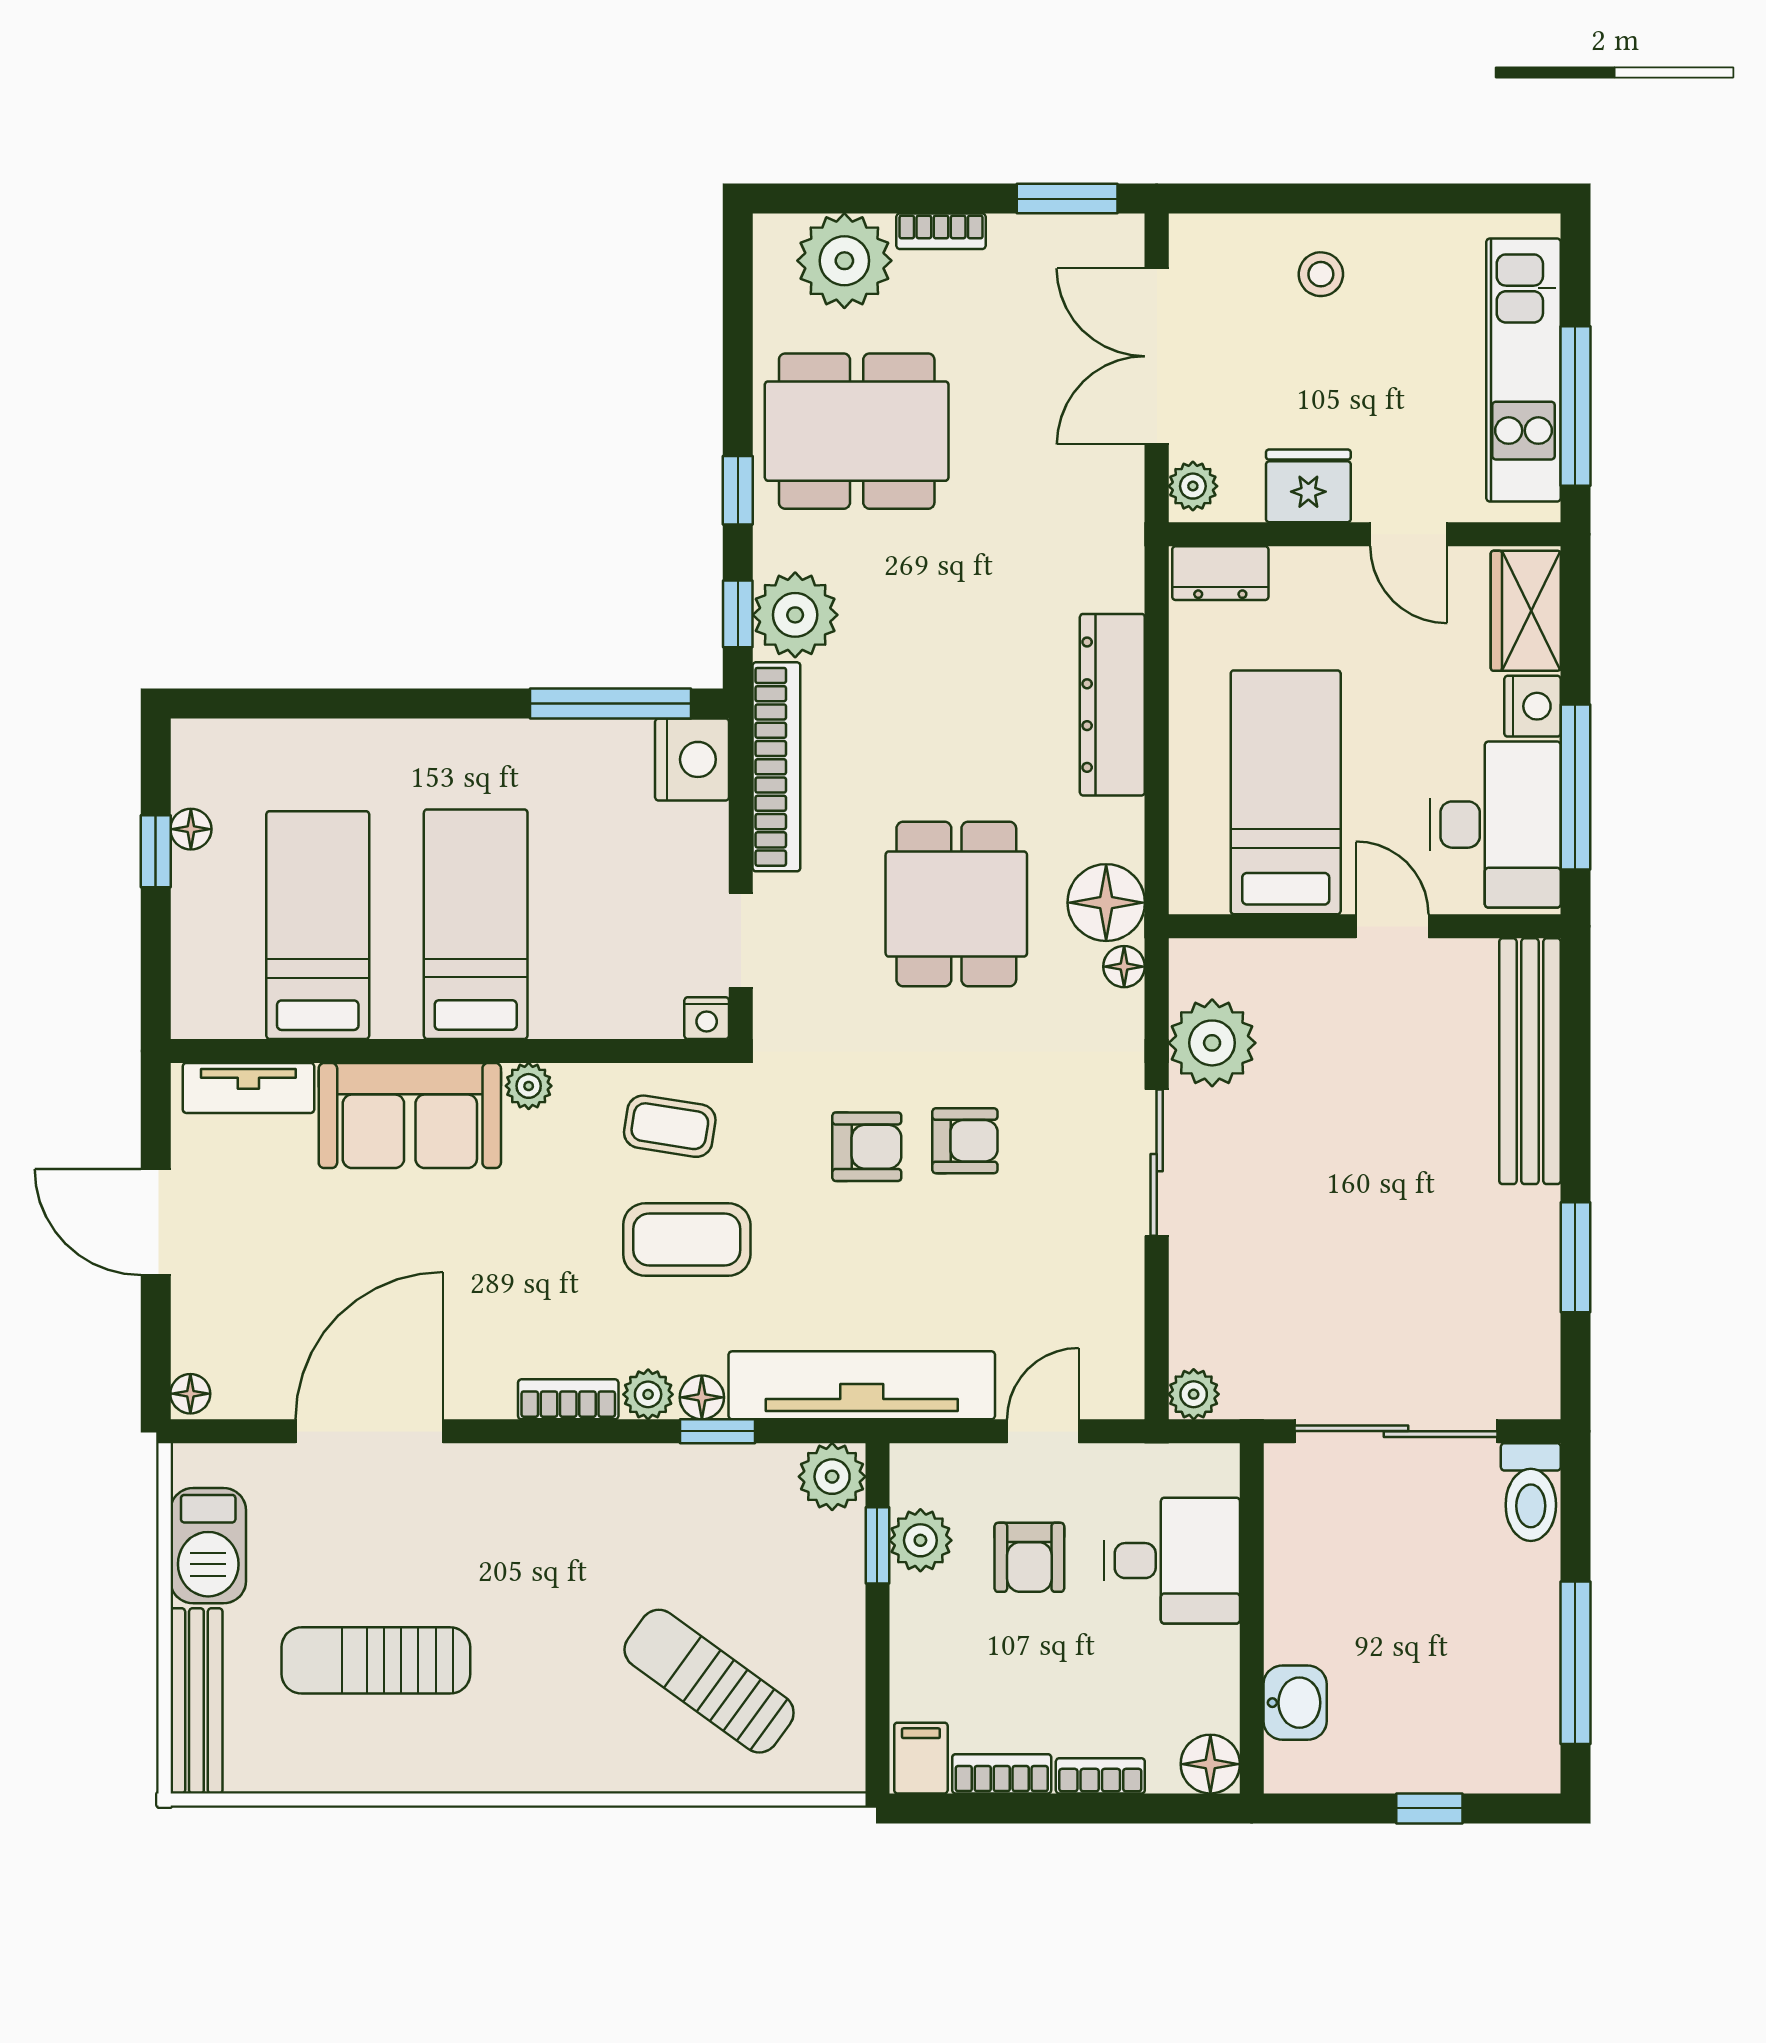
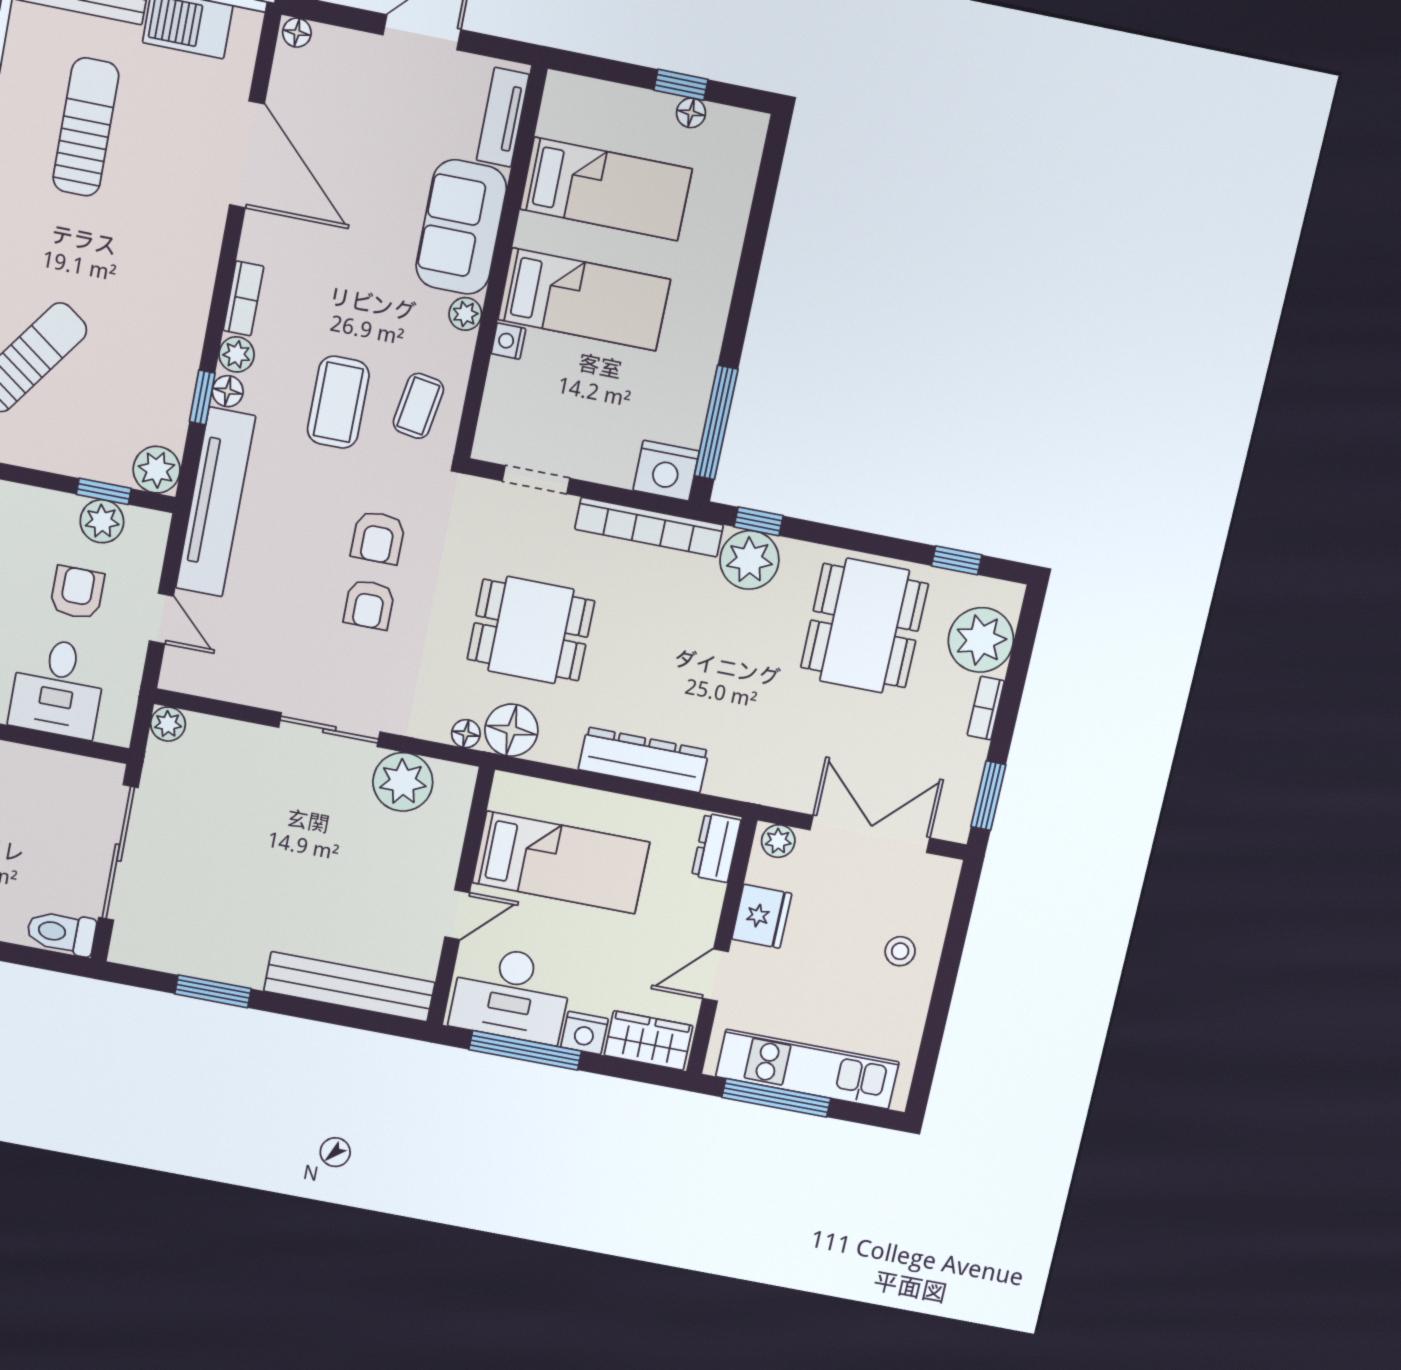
window: (738, 490) -> (957, 560), moved
nightstand: (707, 1018) -> (508, 341), moved
armchair: (1029, 1557) -> (77, 593), turned 90

